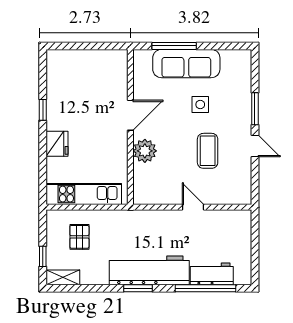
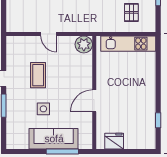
window: (43, 110) -> (158, 120), moved
fridge: (57, 144) -> (114, 141), moved, turned 90
plant: (145, 151) -> (84, 44), moved

